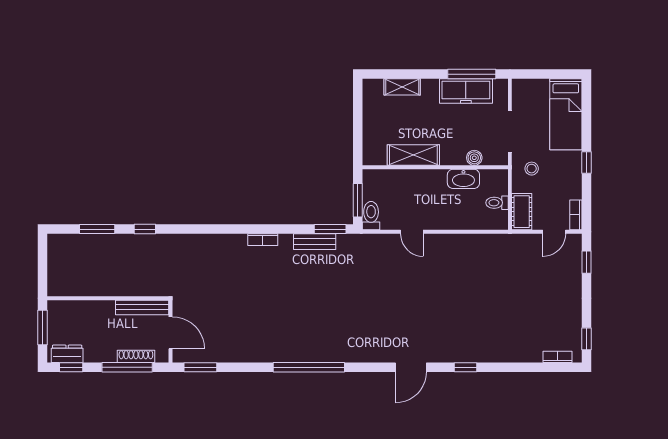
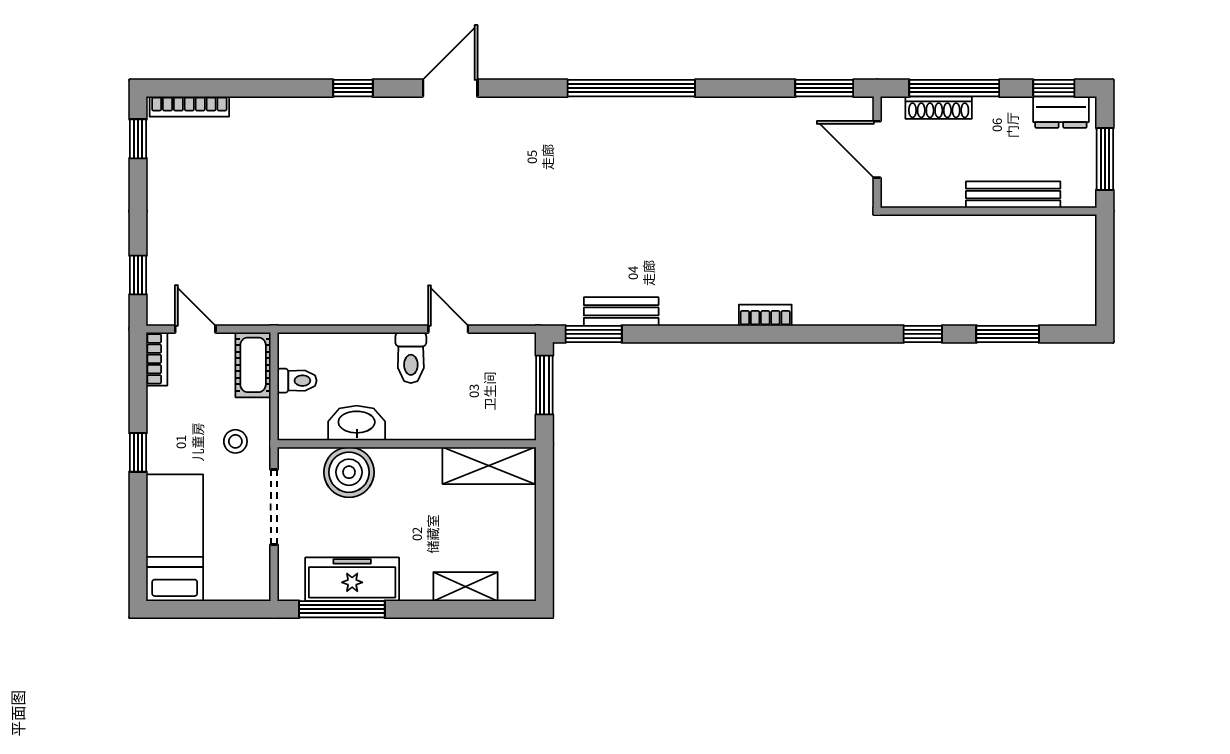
shelving: (413, 155) -> (489, 466), moved
boiler: (474, 158) -> (349, 472), width x1.86, depth x1.86
toilet: (371, 216) -> (411, 358), moved
door: (554, 232) -> (195, 329), hinge flipped
bookcase: (263, 240) -> (765, 315), moved
bench: (142, 307) -> (1013, 195), moved
bookcase: (558, 357) -> (189, 106), width x1.56

